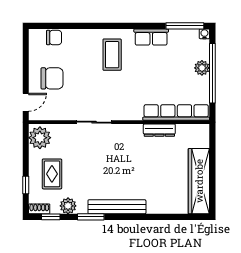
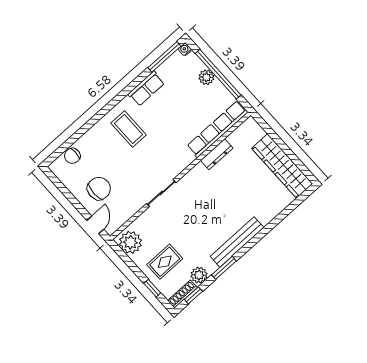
chair: (54, 37) -> (72, 156), turned 180
rug: (52, 174) -> (165, 262), turned 90
shoe rack: (39, 209) -> (182, 294), width x1.43

